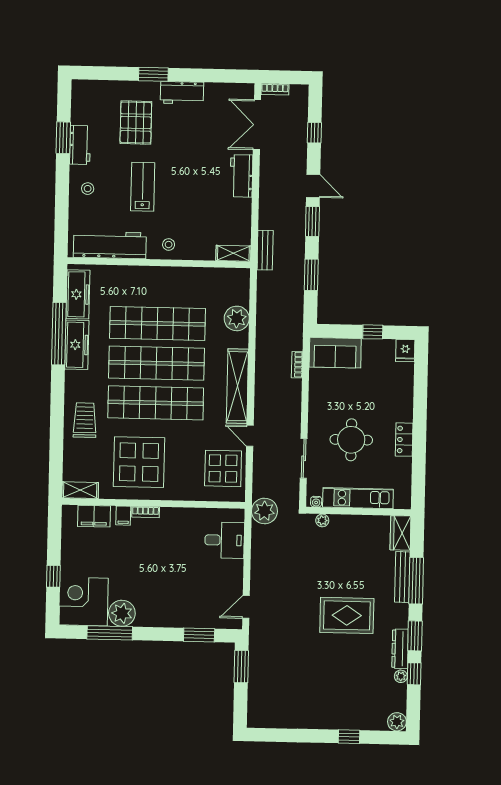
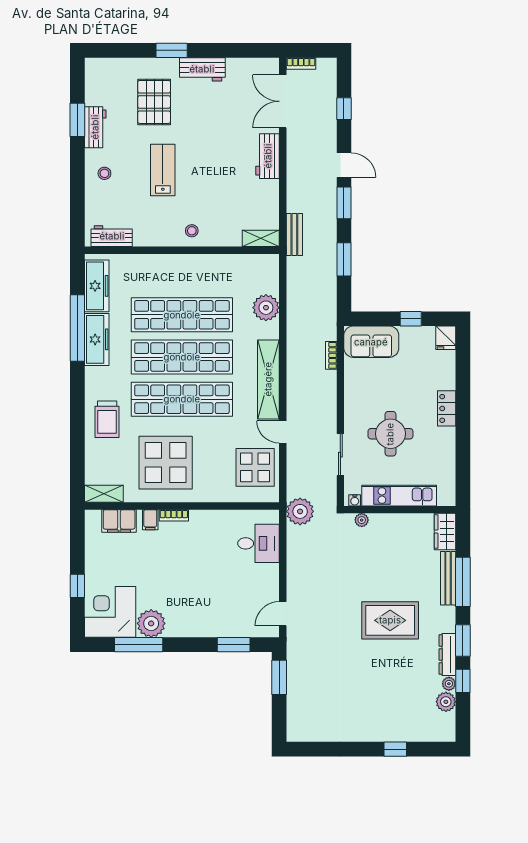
workbench: (110, 245) -> (112, 236), width x0.53, depth x0.76
trolley: (85, 420) -> (107, 419), turned 180
locker: (404, 440) -> (447, 408), moved
plant: (397, 722) -> (446, 702), moved

